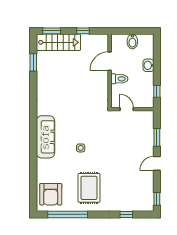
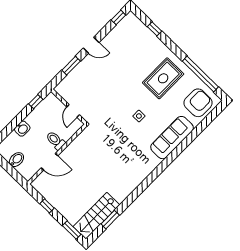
stairs: (58, 42) -> (96, 216), moved, turned -90
sofa: (45, 137) -> (172, 138), moved

